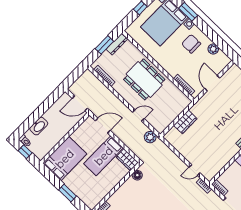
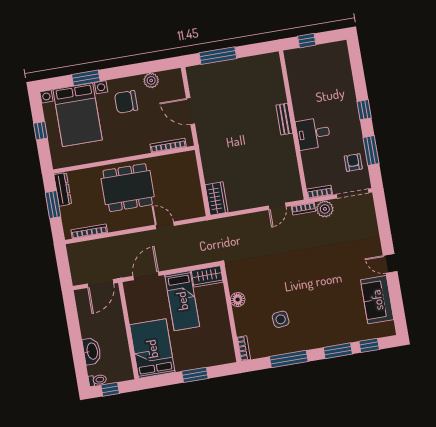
door: (138, 115) -> (165, 225), hinge flipped
wardrobe: (185, 122) -> (217, 199), moved
plant: (150, 137) -> (325, 209), moved
floor lamp: (137, 175) -> (238, 300), moved

